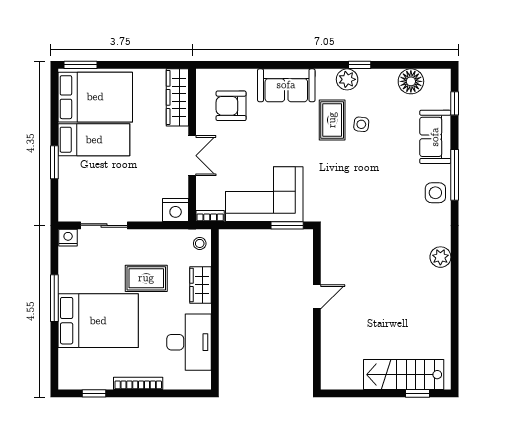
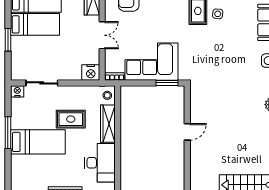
wardrobe: (200, 285) -> (108, 124), width x1.50
bed: (98, 321) -> (38, 142), width x0.67

